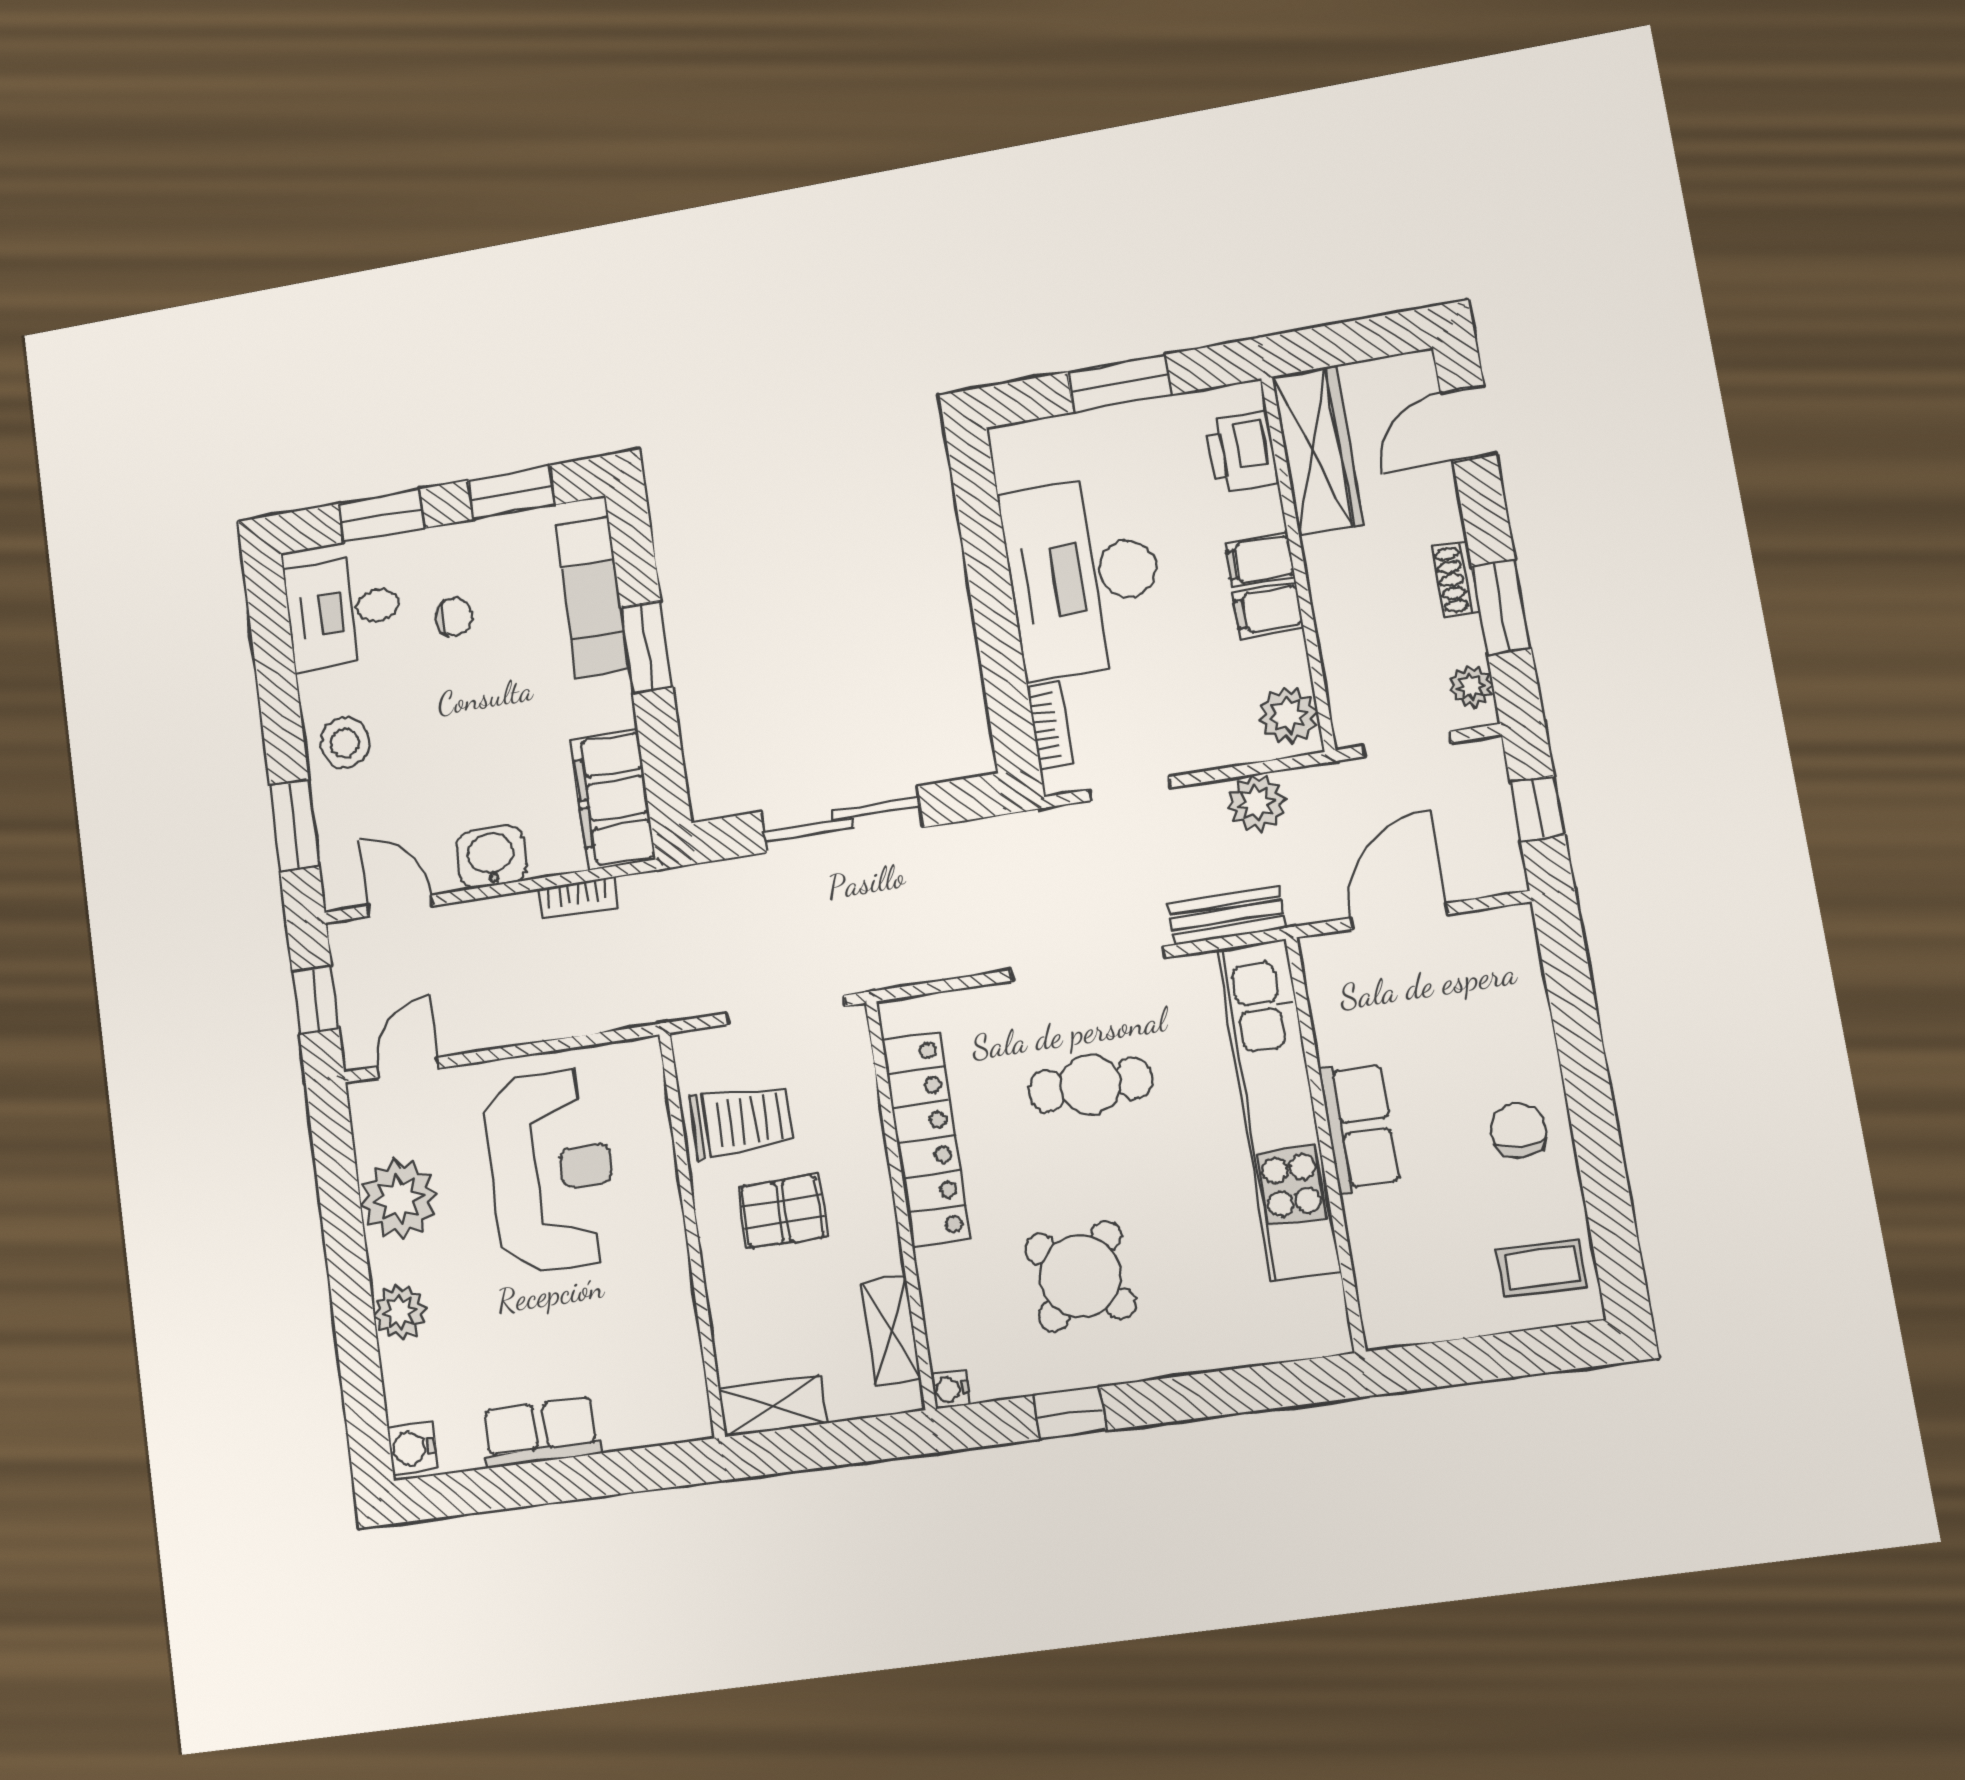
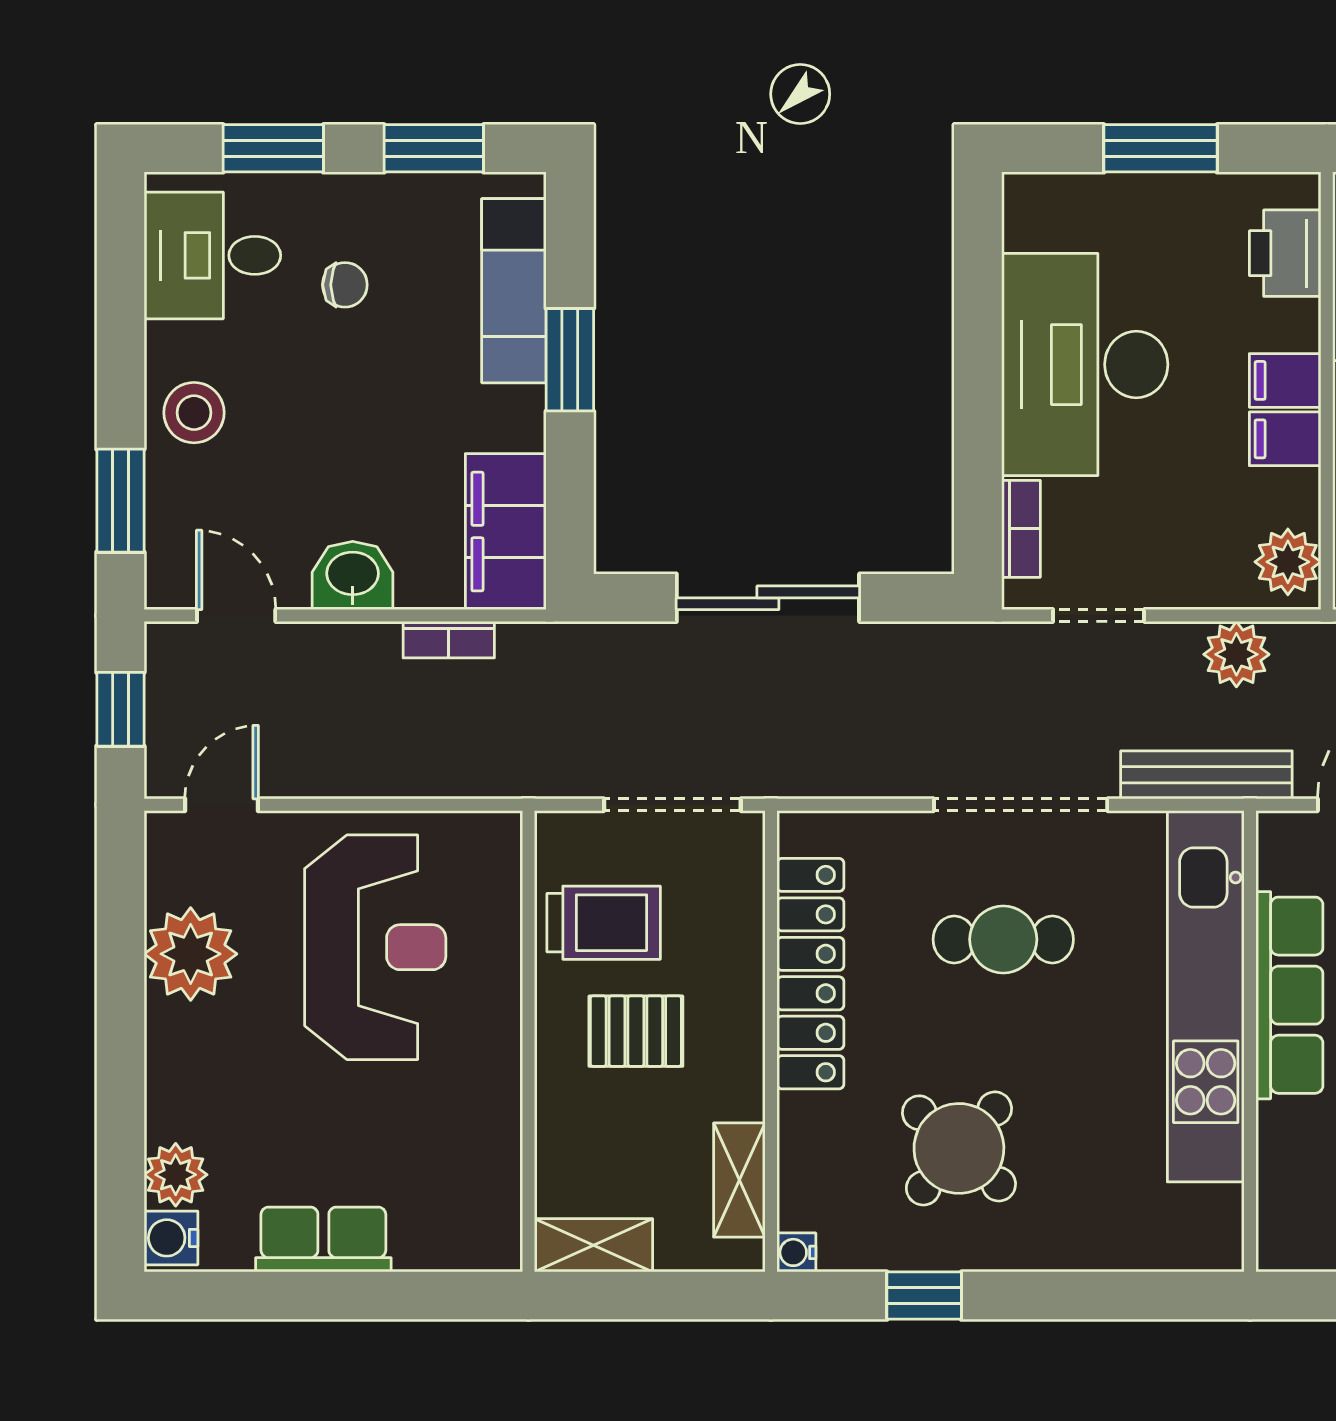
bench: (1227, 916) -> (1206, 775), width x1.36
row of seats: (1359, 1127) -> (1289, 995), width x1.48
plant: (400, 1312) -> (176, 1175), moved

